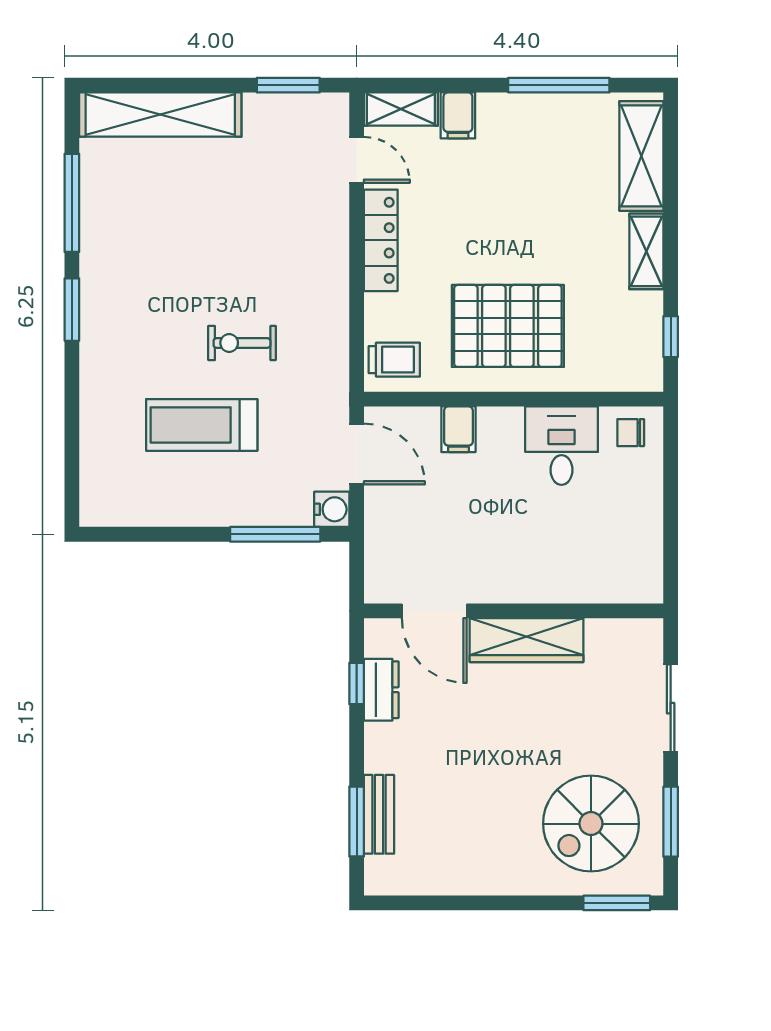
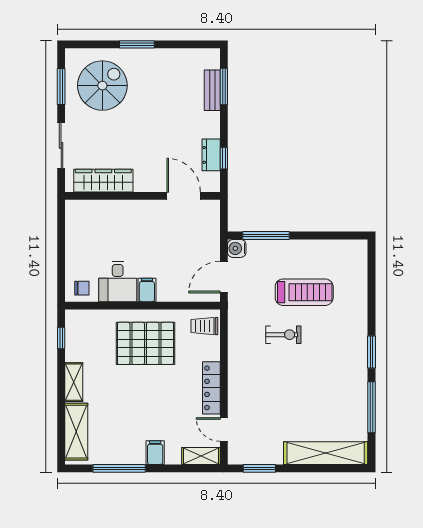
filing cabinet: (458, 115) -> (155, 453), moved
filing cabinet: (458, 429) -> (147, 290), moved
door: (357, 454) -> (224, 277), hinge flipped
wardrobe: (526, 640) -> (103, 181), moved
window: (617, 903) -> (137, 44), moved

